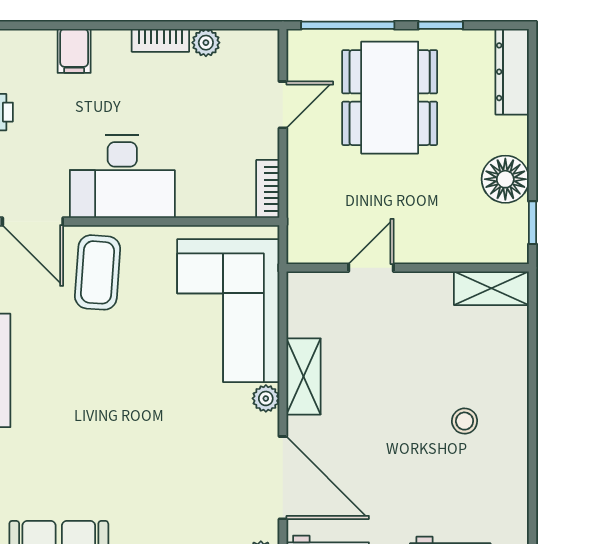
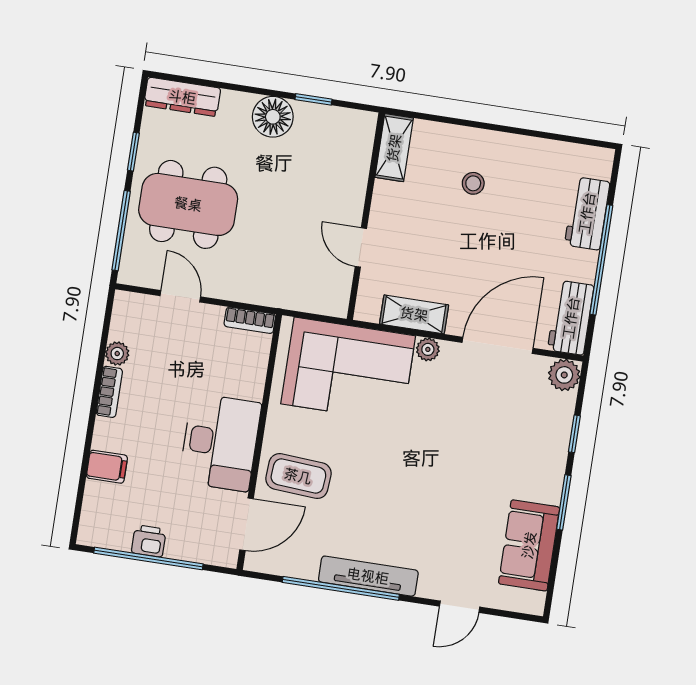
door: (371, 268) -> (361, 247), moved
wall: (408, 268) -> (366, 216), moved
shelving: (491, 288) -> (394, 148), moved

